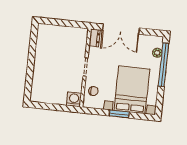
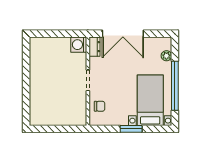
window: (163, 65) -> (175, 86), moved
bed with nightstands: (132, 90) -> (150, 100), width x0.73
washing machine: (74, 99) -> (79, 45), moved, turned -90

